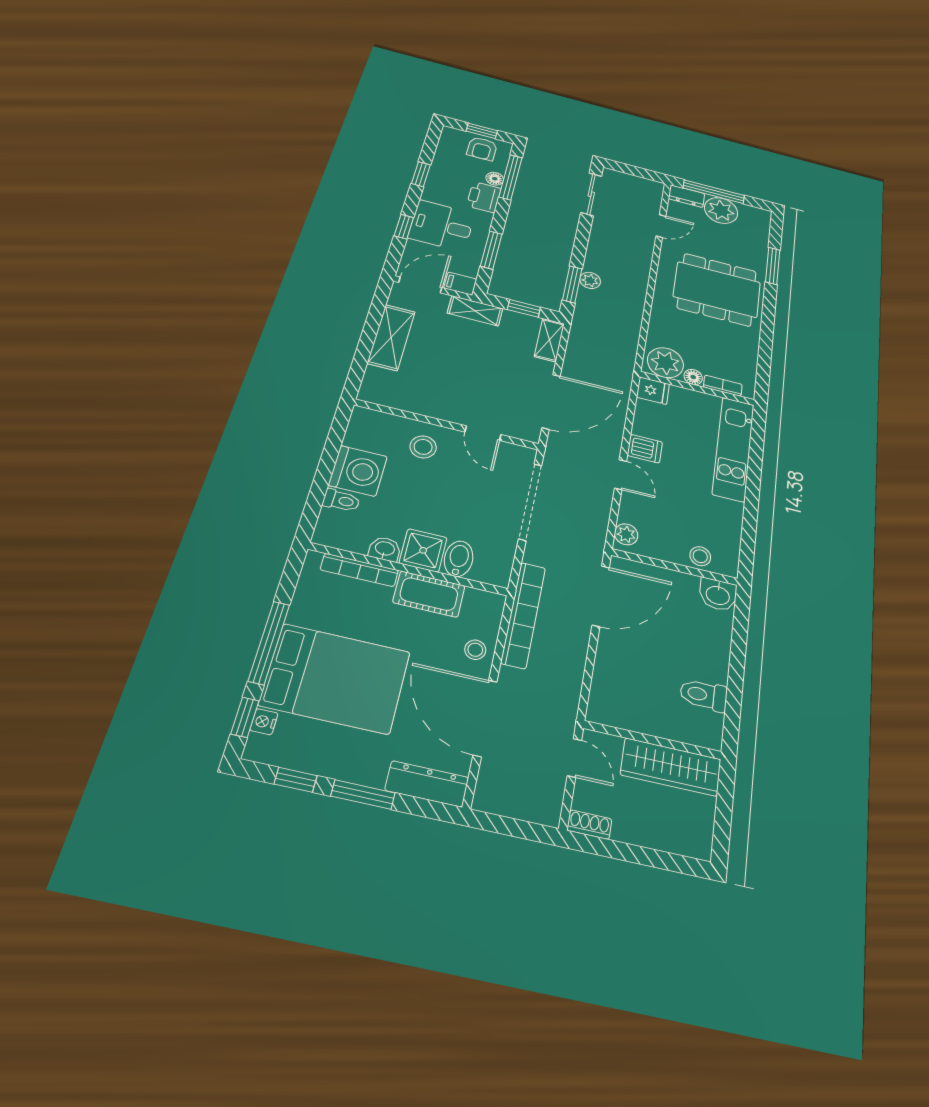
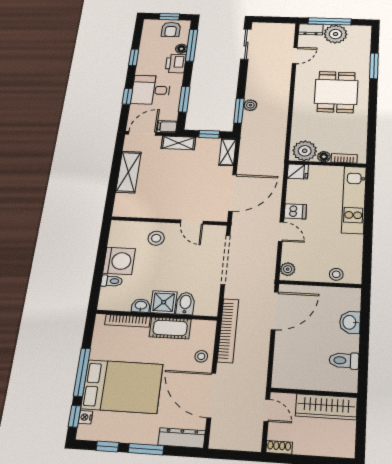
dining table: (717, 290) -> (336, 92), width x0.73
washbasin: (718, 595) -> (350, 322), moved, turned 90

